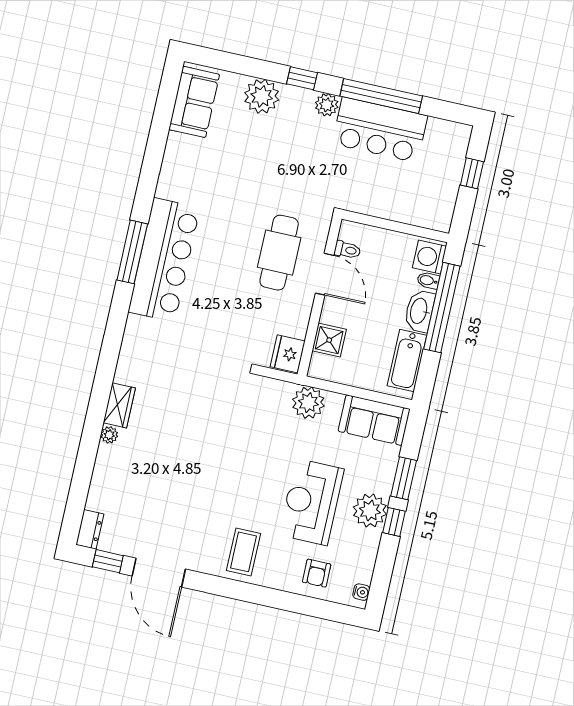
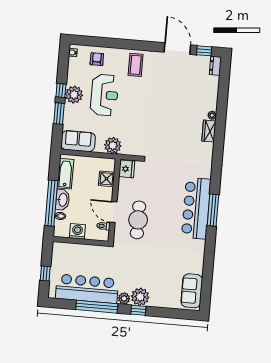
plant: (262, 96) -> (140, 297), moved
bar counter: (380, 130) -> (87, 289), width x1.36
washing machine: (429, 257) -> (77, 231), moved, turned -90

